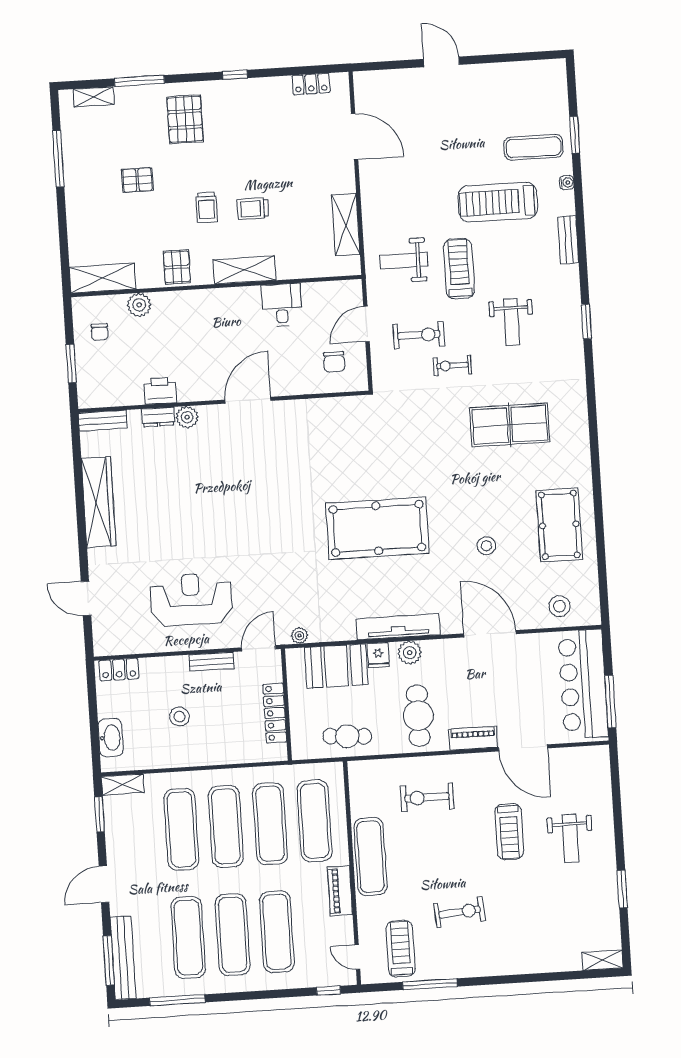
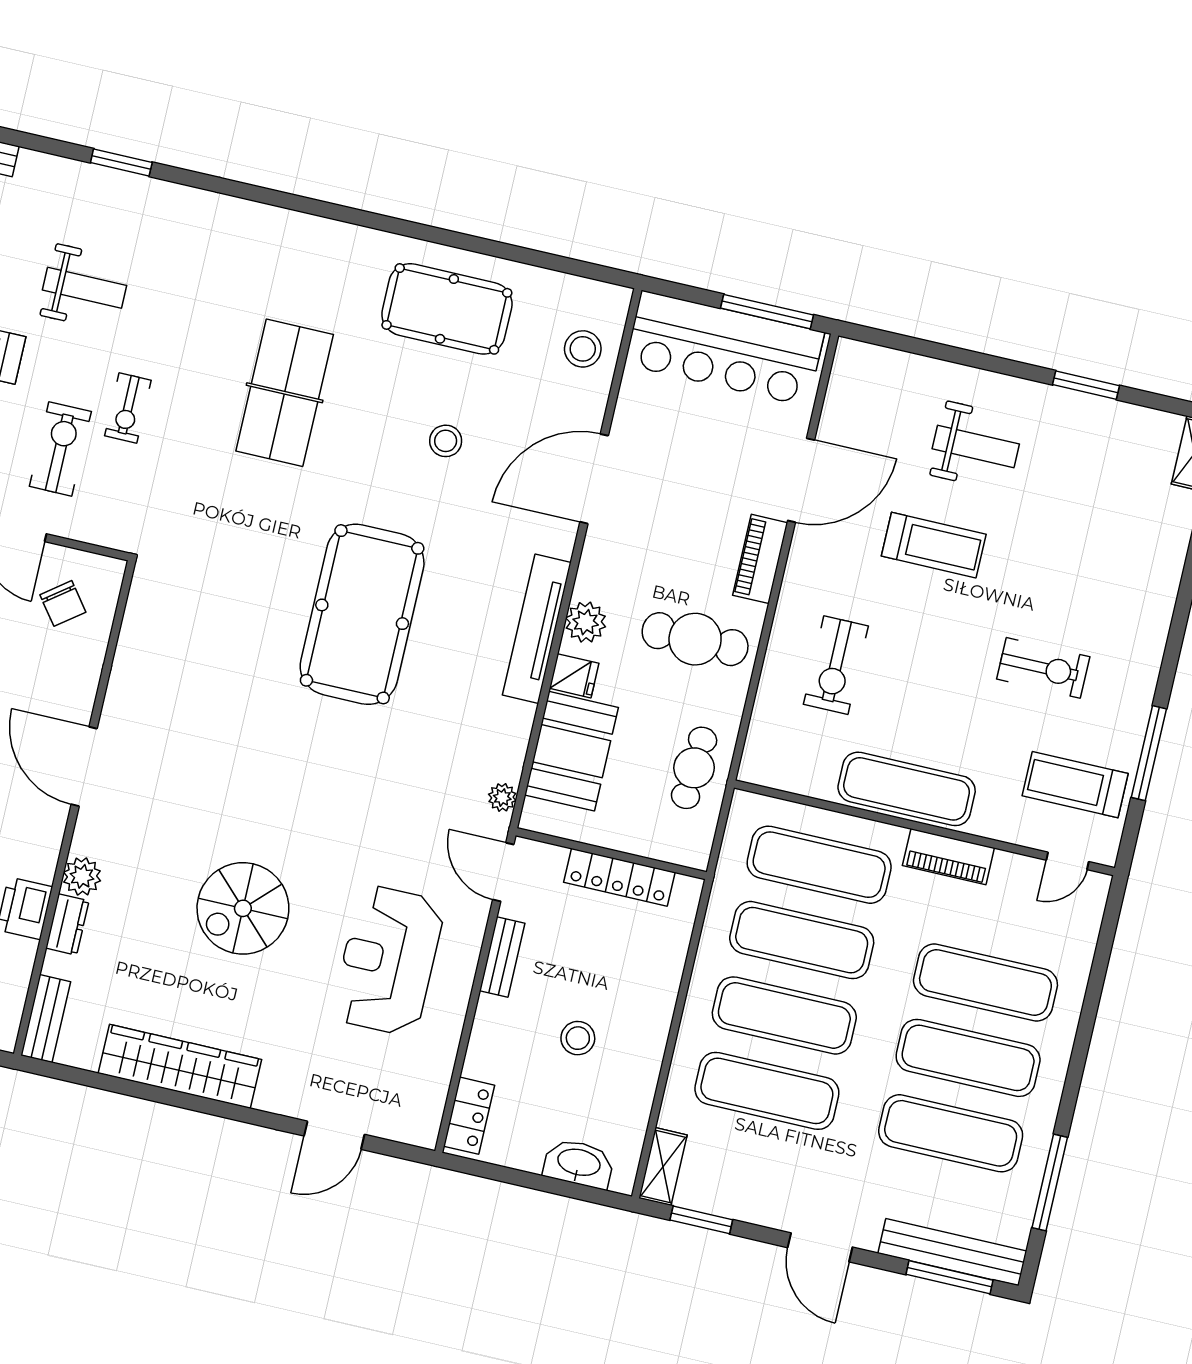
chair: (334, 362) -> (63, 603), turned 53
table tennis table: (510, 425) -> (285, 393), moved
spiral stairs: (196, 511) -> (243, 908), added
exercise bike: (460, 912) -> (1043, 668), turned 95
window: (328, 991) -> (1109, 926), removed

